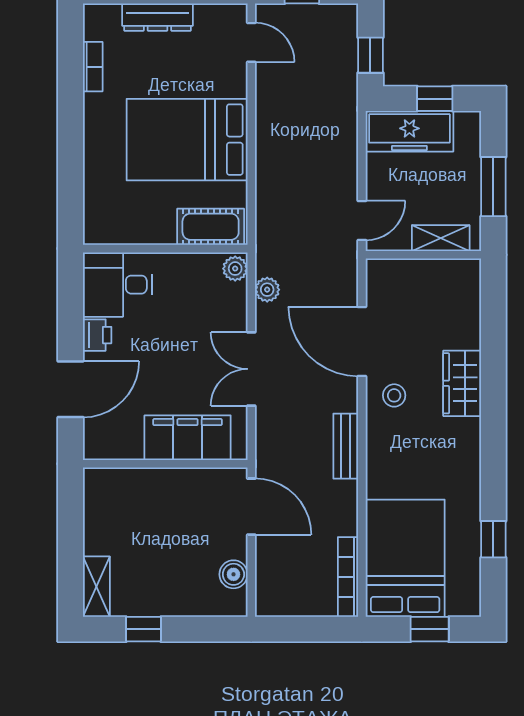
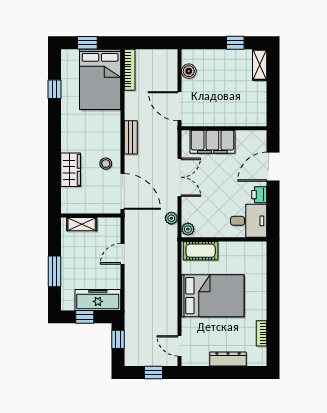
shelving: (441, 238) -> (82, 224), moved
wall: (423, 255) -> (91, 216), moved

